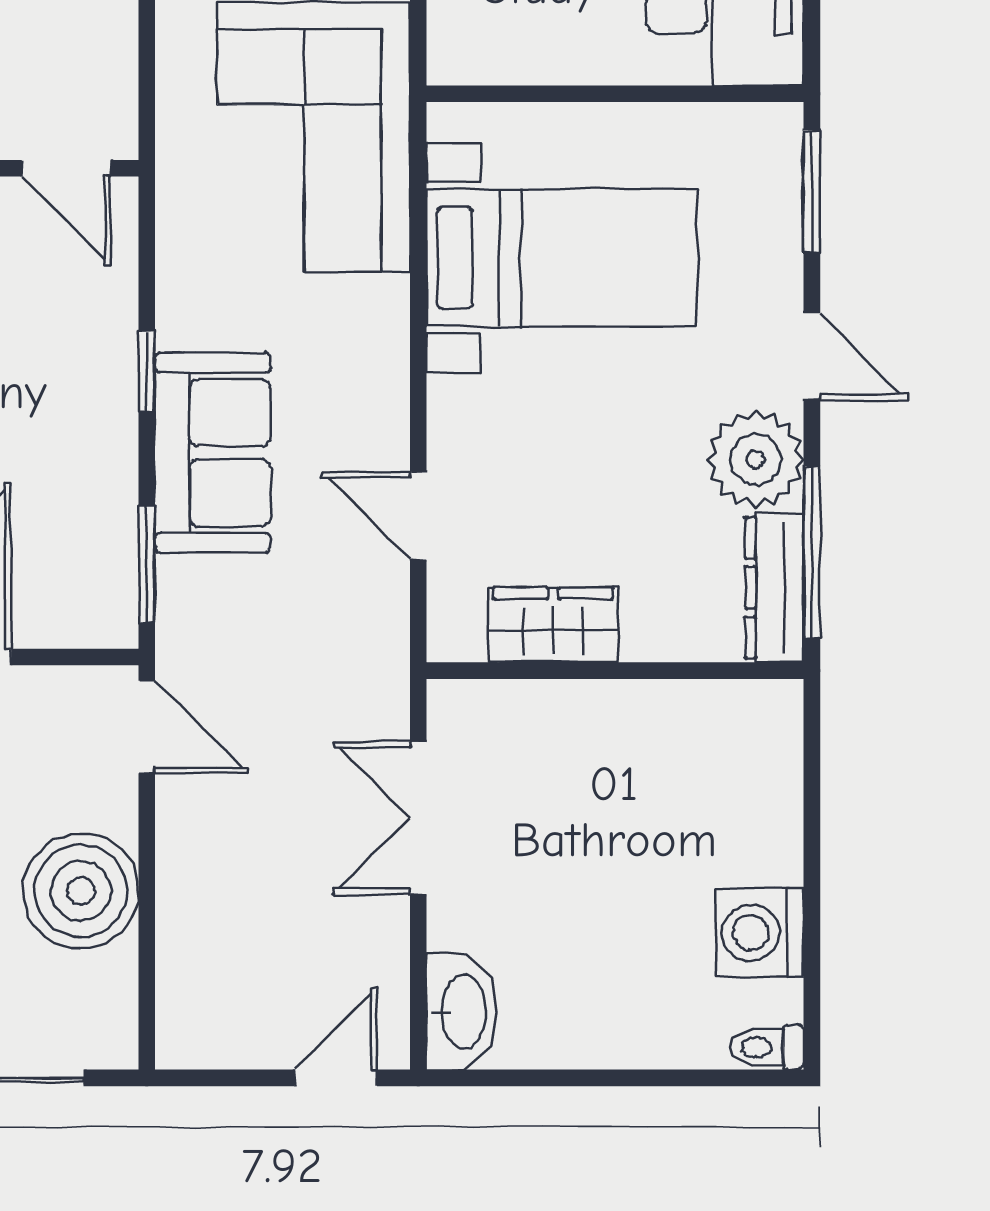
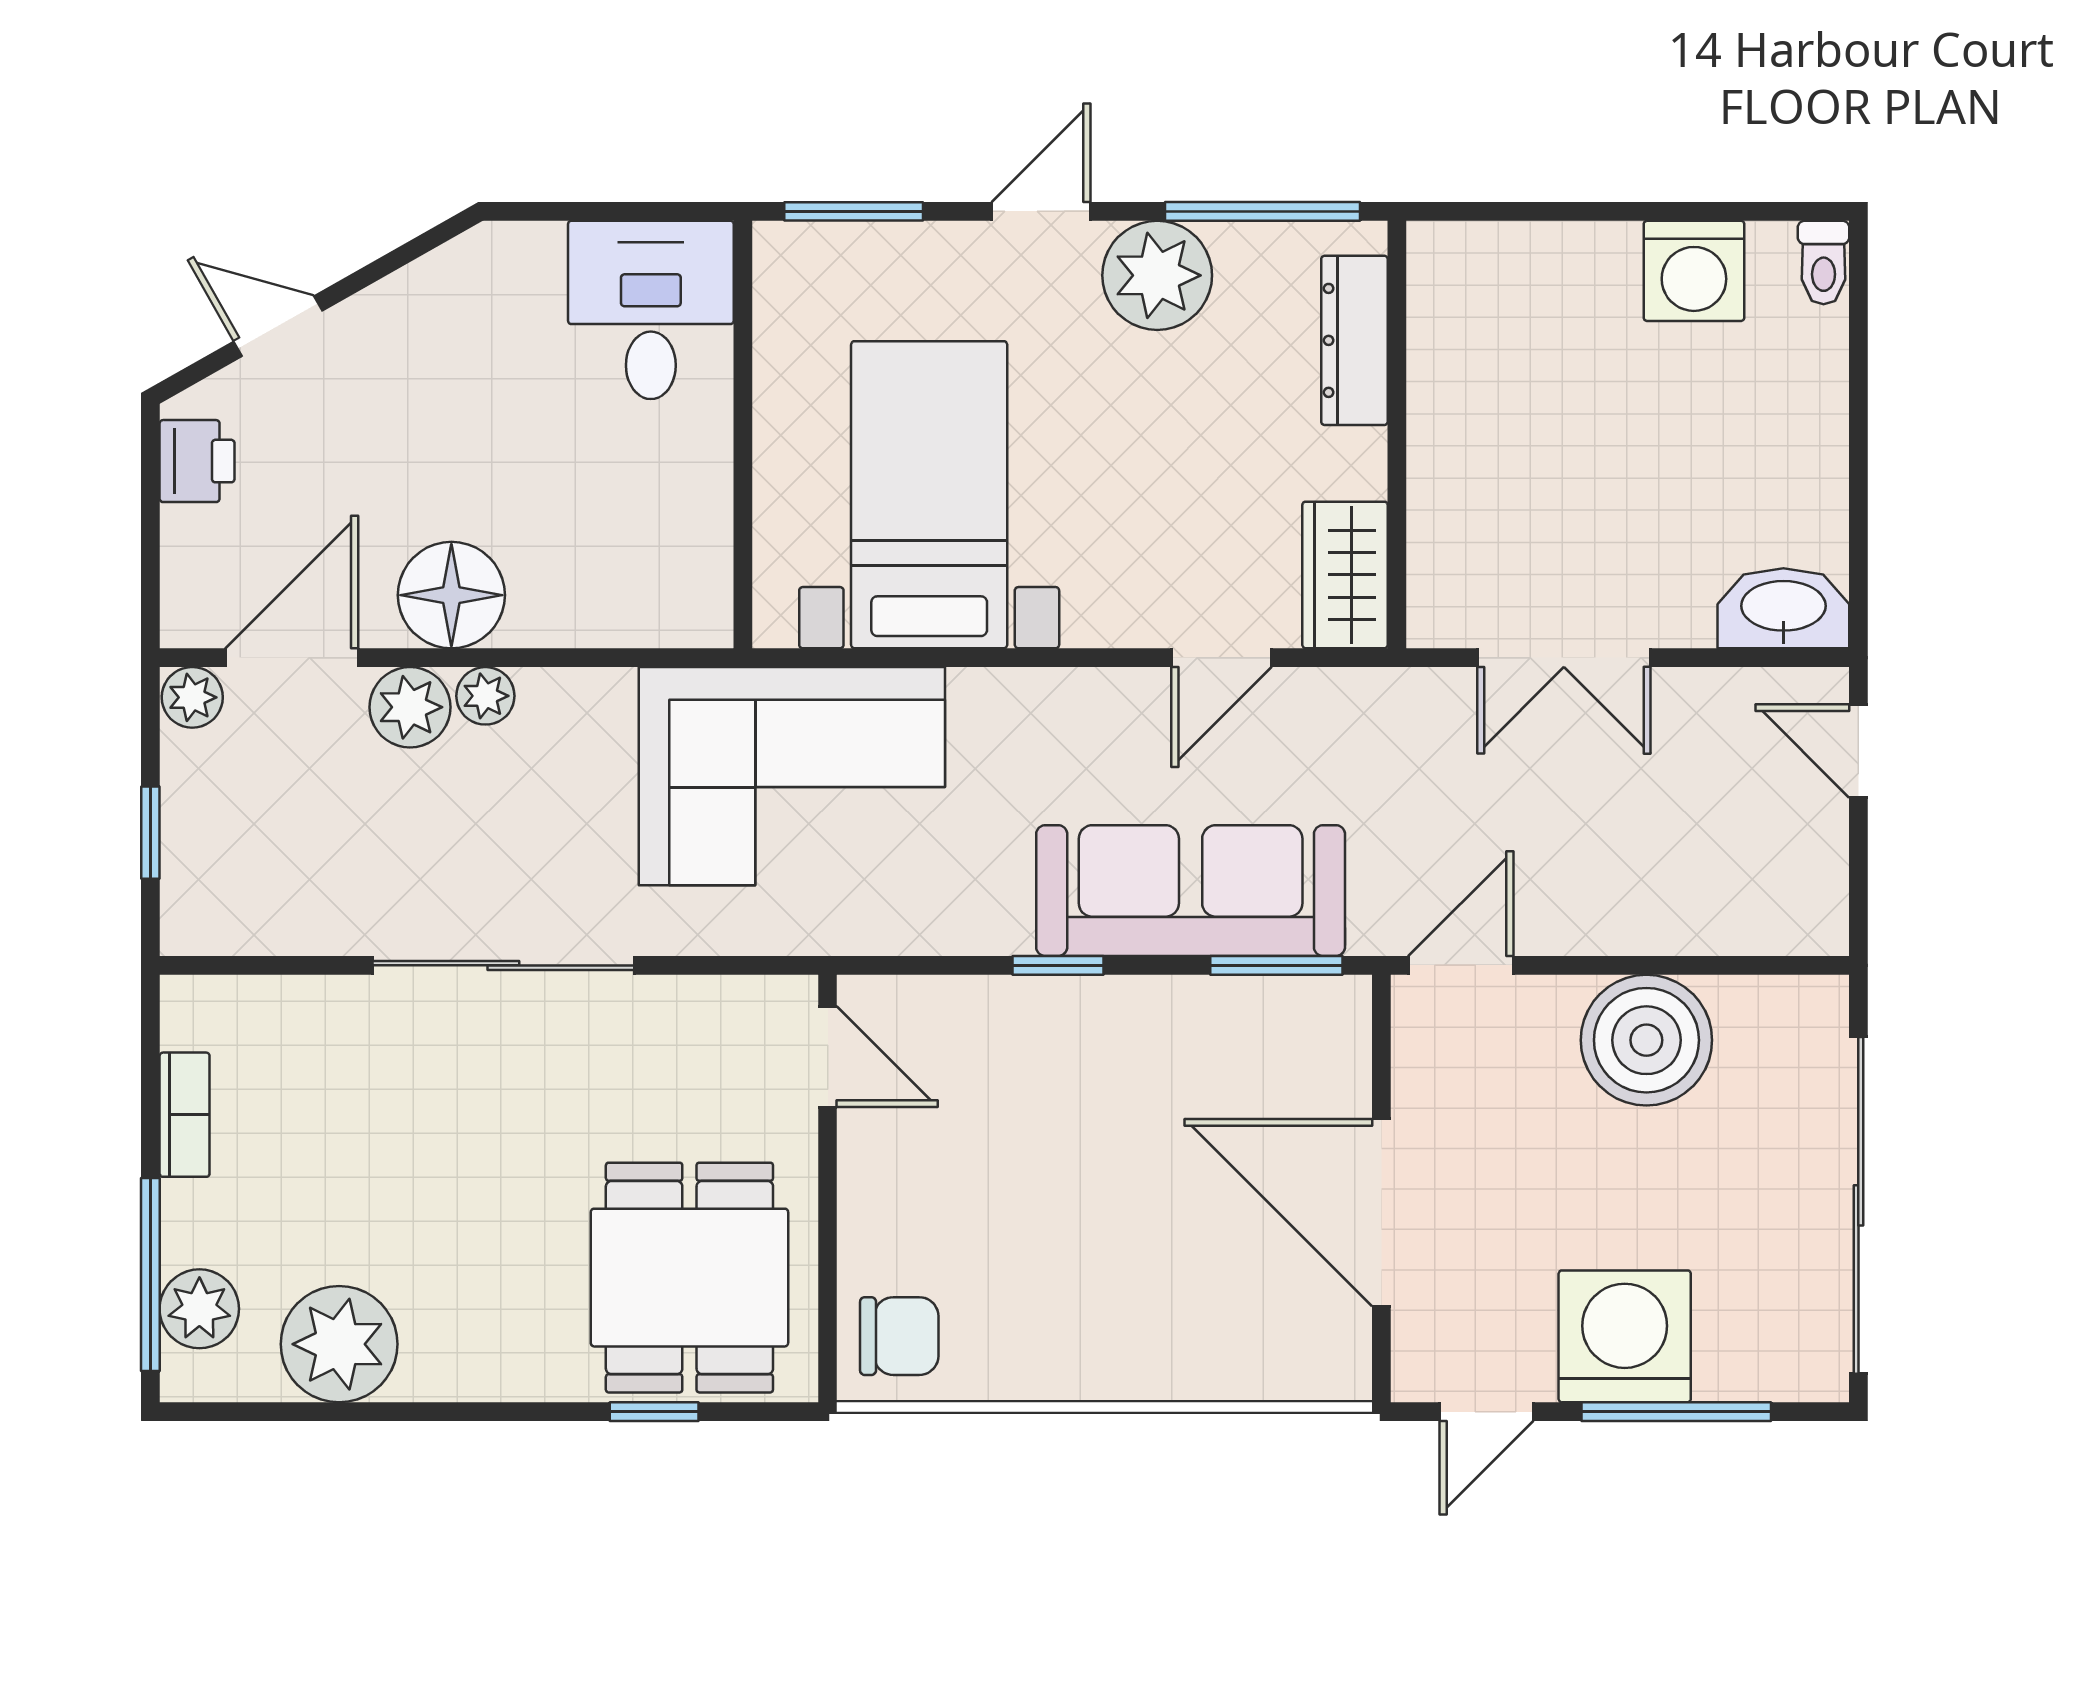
door: (66, 168) -> (828, 1057), hinge flipped
sofa: (213, 453) -> (1191, 891), width x1.36
dresser: (774, 588) -> (1354, 340), moved, turned 90
wardrobe: (553, 625) -> (1345, 575), moved

